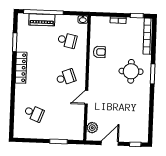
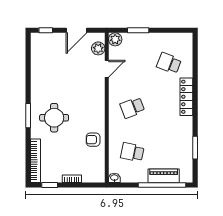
locker: (21, 68) -> (186, 97), moved
door: (86, 97) -> (107, 69), moved
plant: (78, 135) -> (115, 39), added

